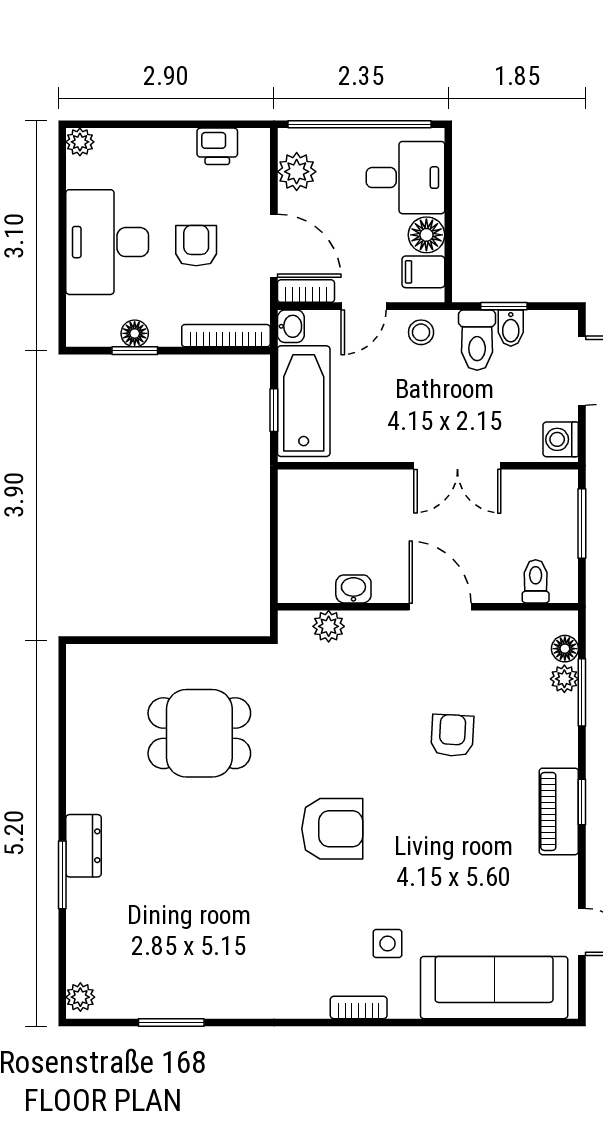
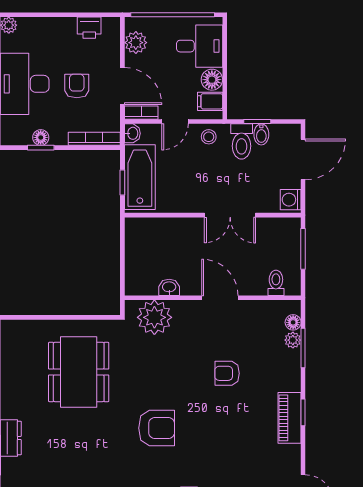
plant: (329, 626) -> (154, 317), width x1.87, depth x1.87
dining table: (199, 733) -> (79, 372), width x1.38
armchair: (452, 735) -> (227, 373), turned -93

